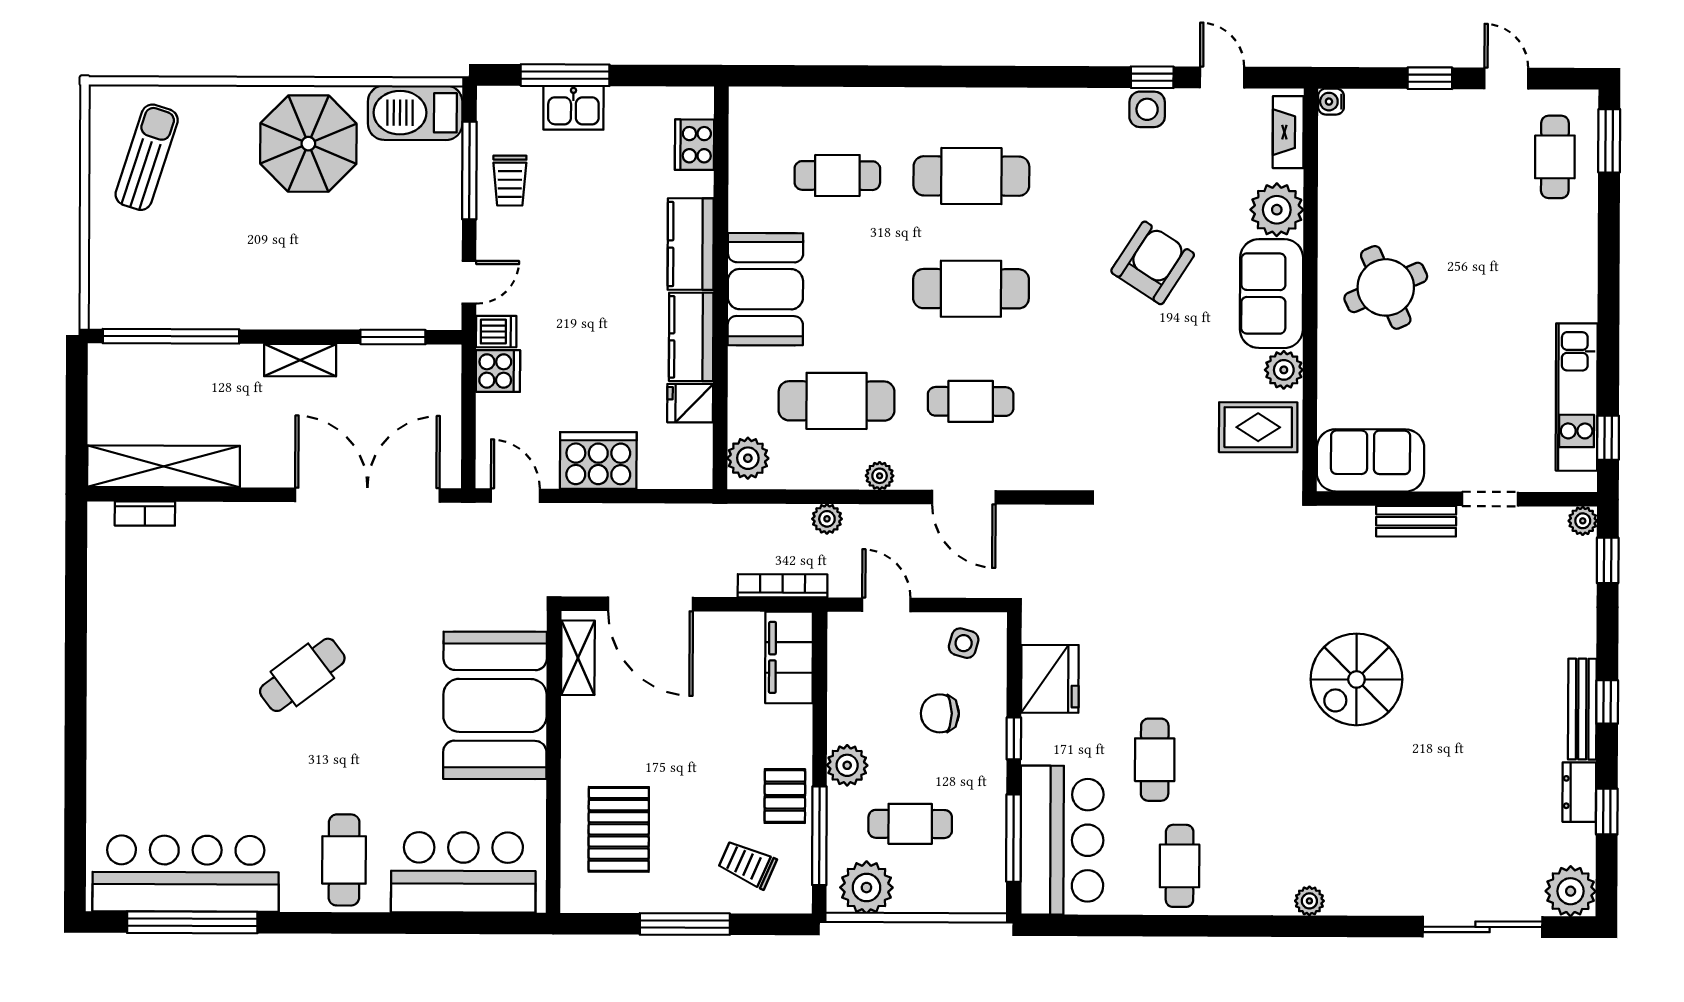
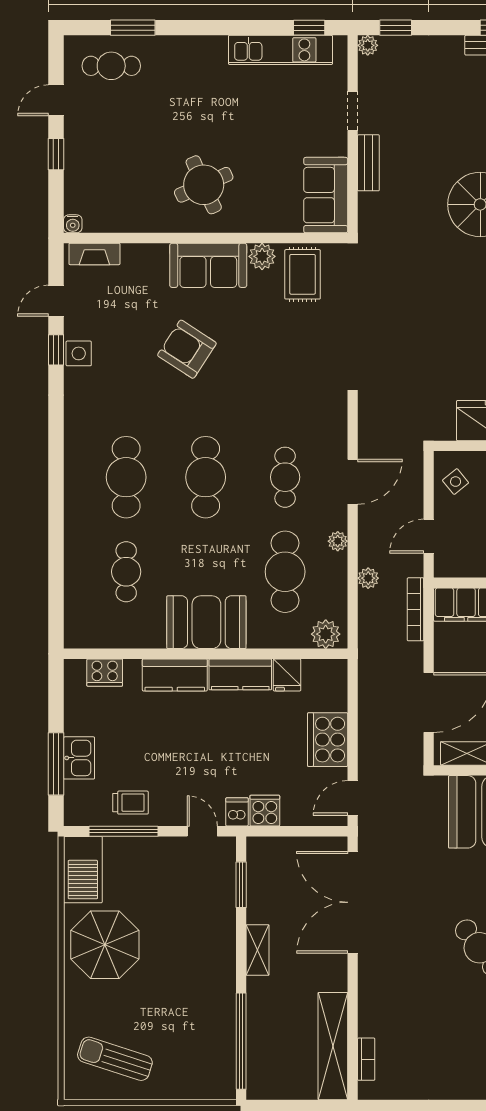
window: (1609, 141) -> (133, 28), moved
plant: (1277, 210) -> (149, 262), removed
side table: (964, 643) -> (456, 482), turned 35

